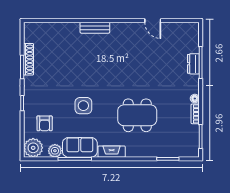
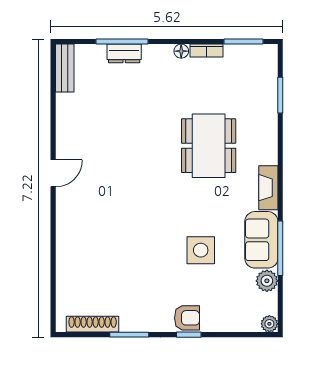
door: (153, 21) -> (53, 173), moved
bench: (95, 28) -> (65, 68), moved
shoe rack: (29, 59) -> (93, 324), moved
side table: (83, 106) -> (201, 250), moved
armchair: (45, 123) -> (187, 318), moved
plant: (33, 148) -> (269, 324), width x0.53, depth x0.53

